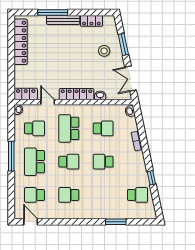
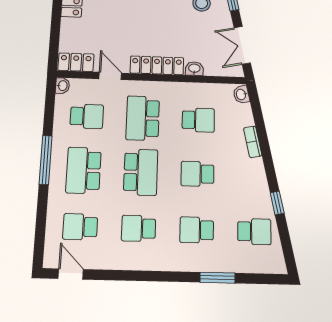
school desk: (69, 162) -> (141, 172), width x1.85
school desk: (103, 195) -> (197, 230), added

